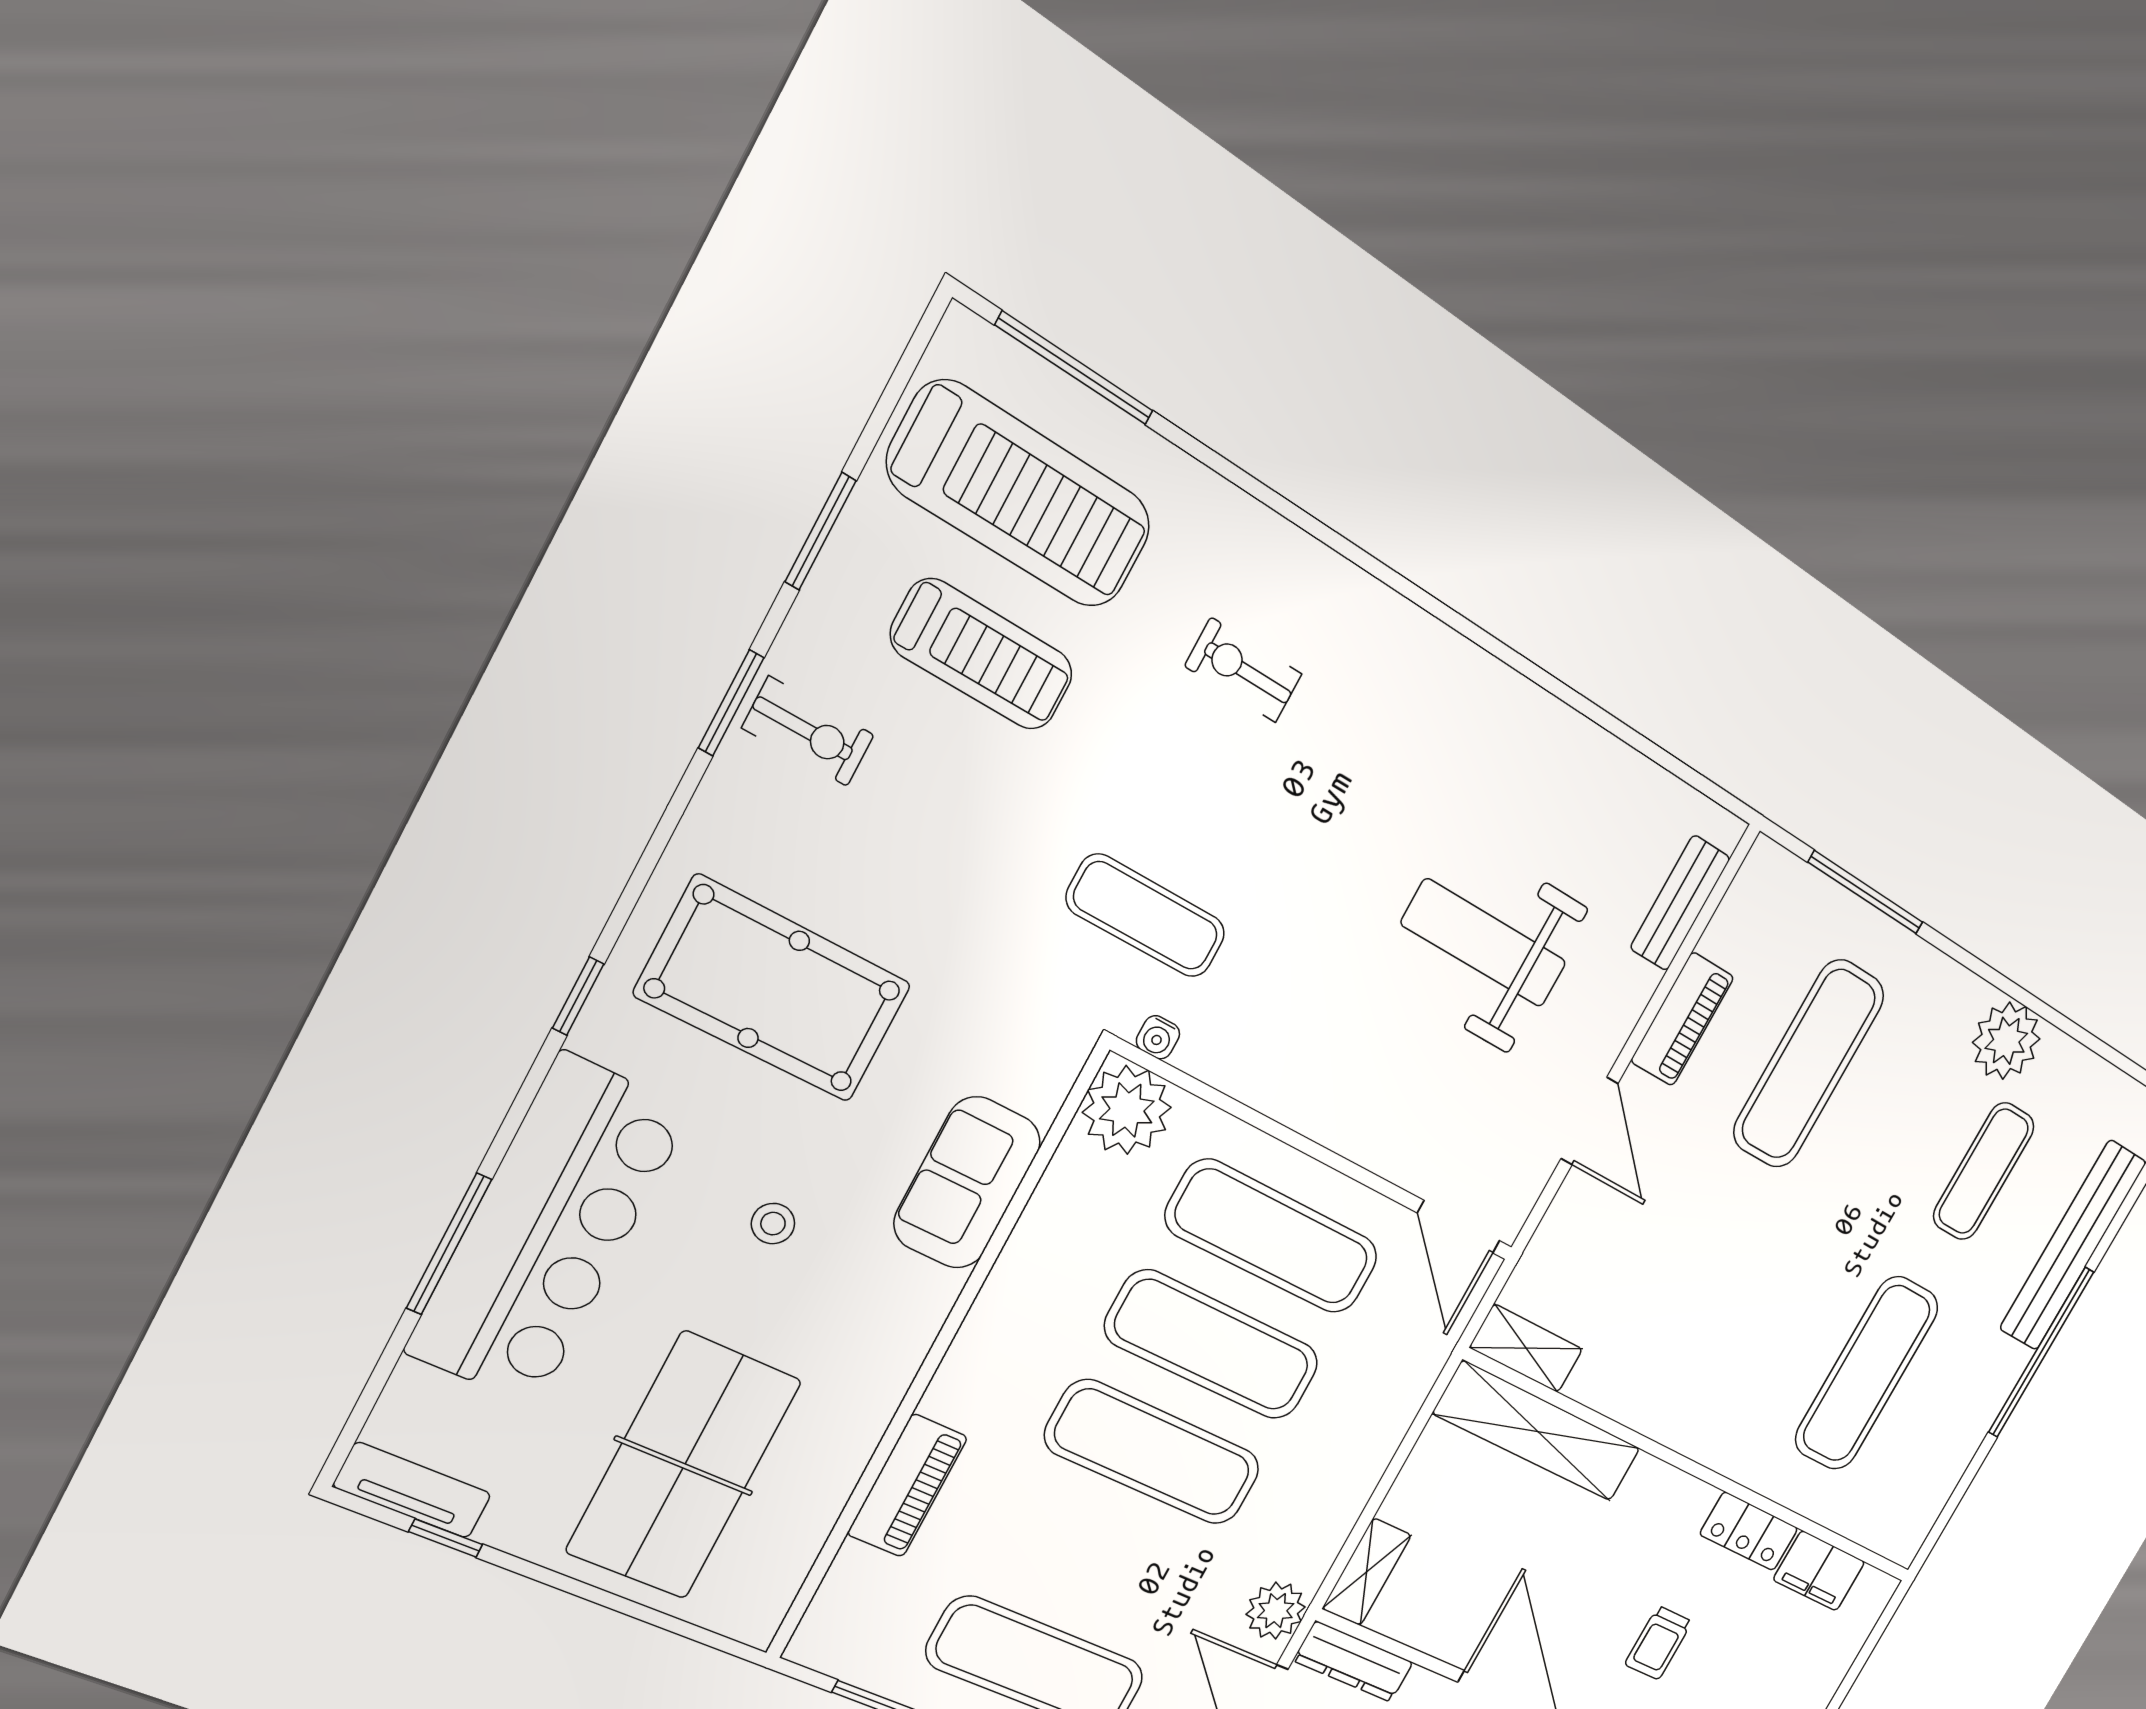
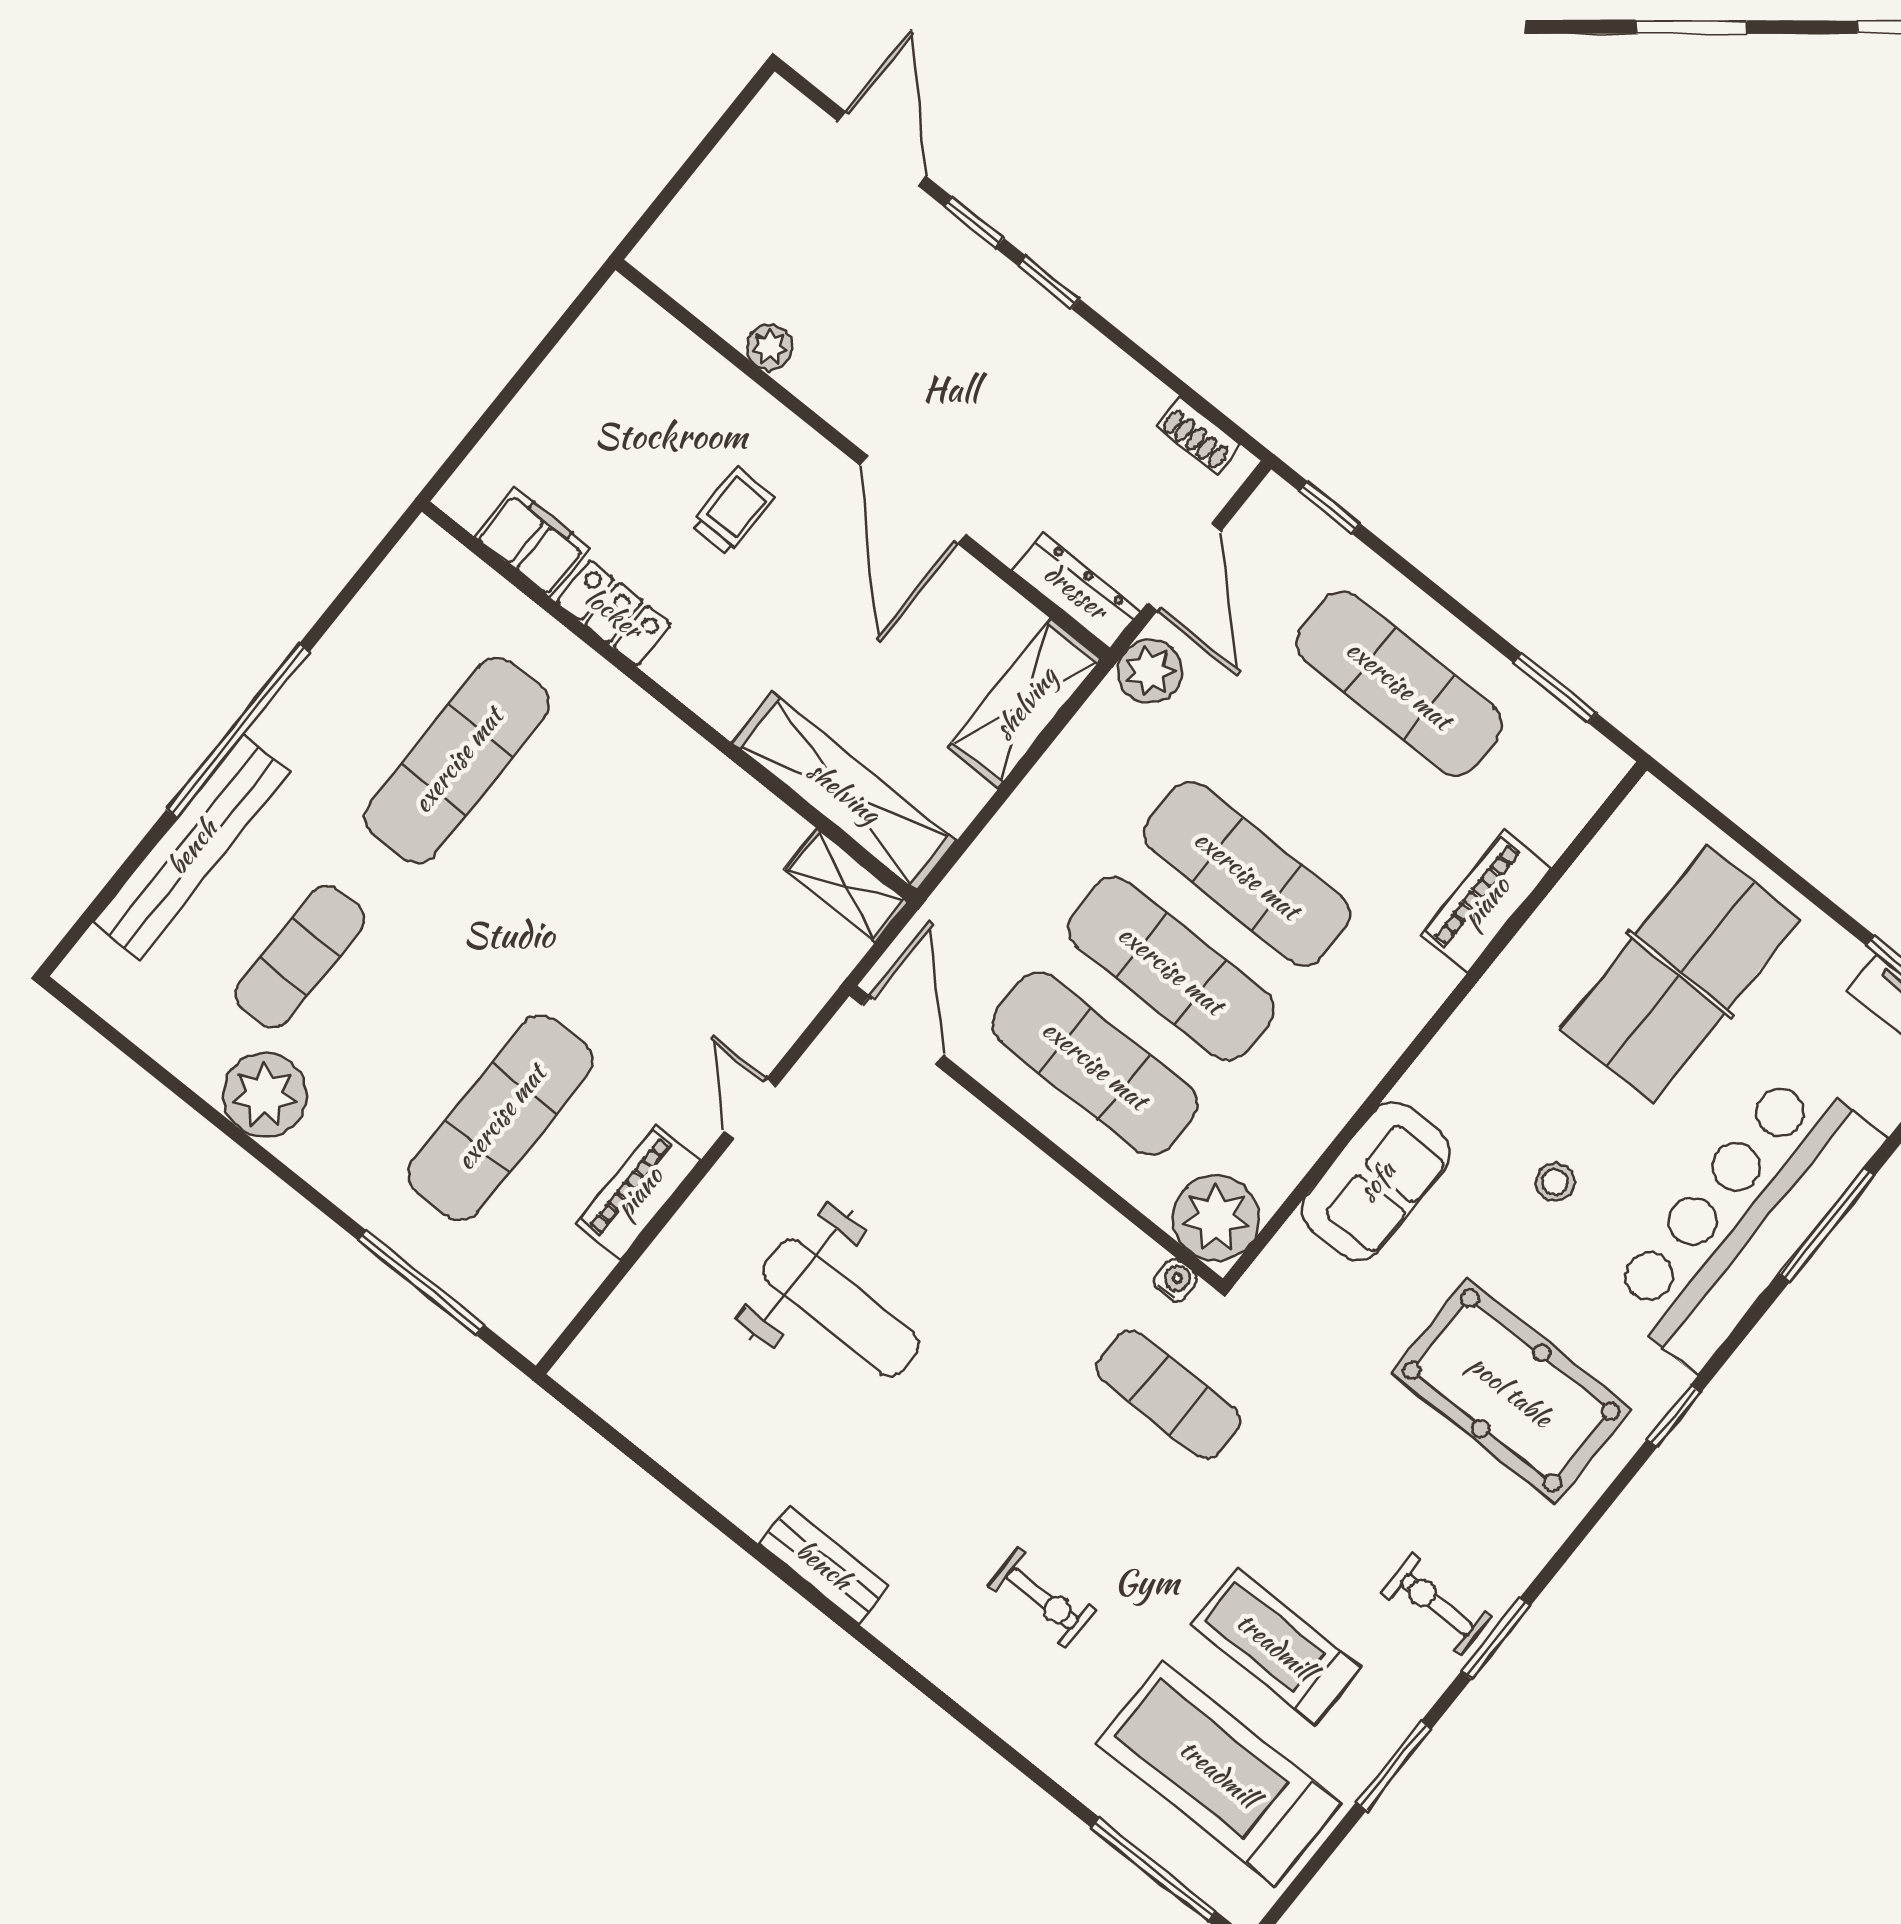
bench: (1680, 903) -> (824, 1565), moved, turned 90
door: (1589, 1121) -> (750, 1109), width x0.73
shelving: (1367, 1572) -> (1025, 703), width x1.50, depth x1.33

